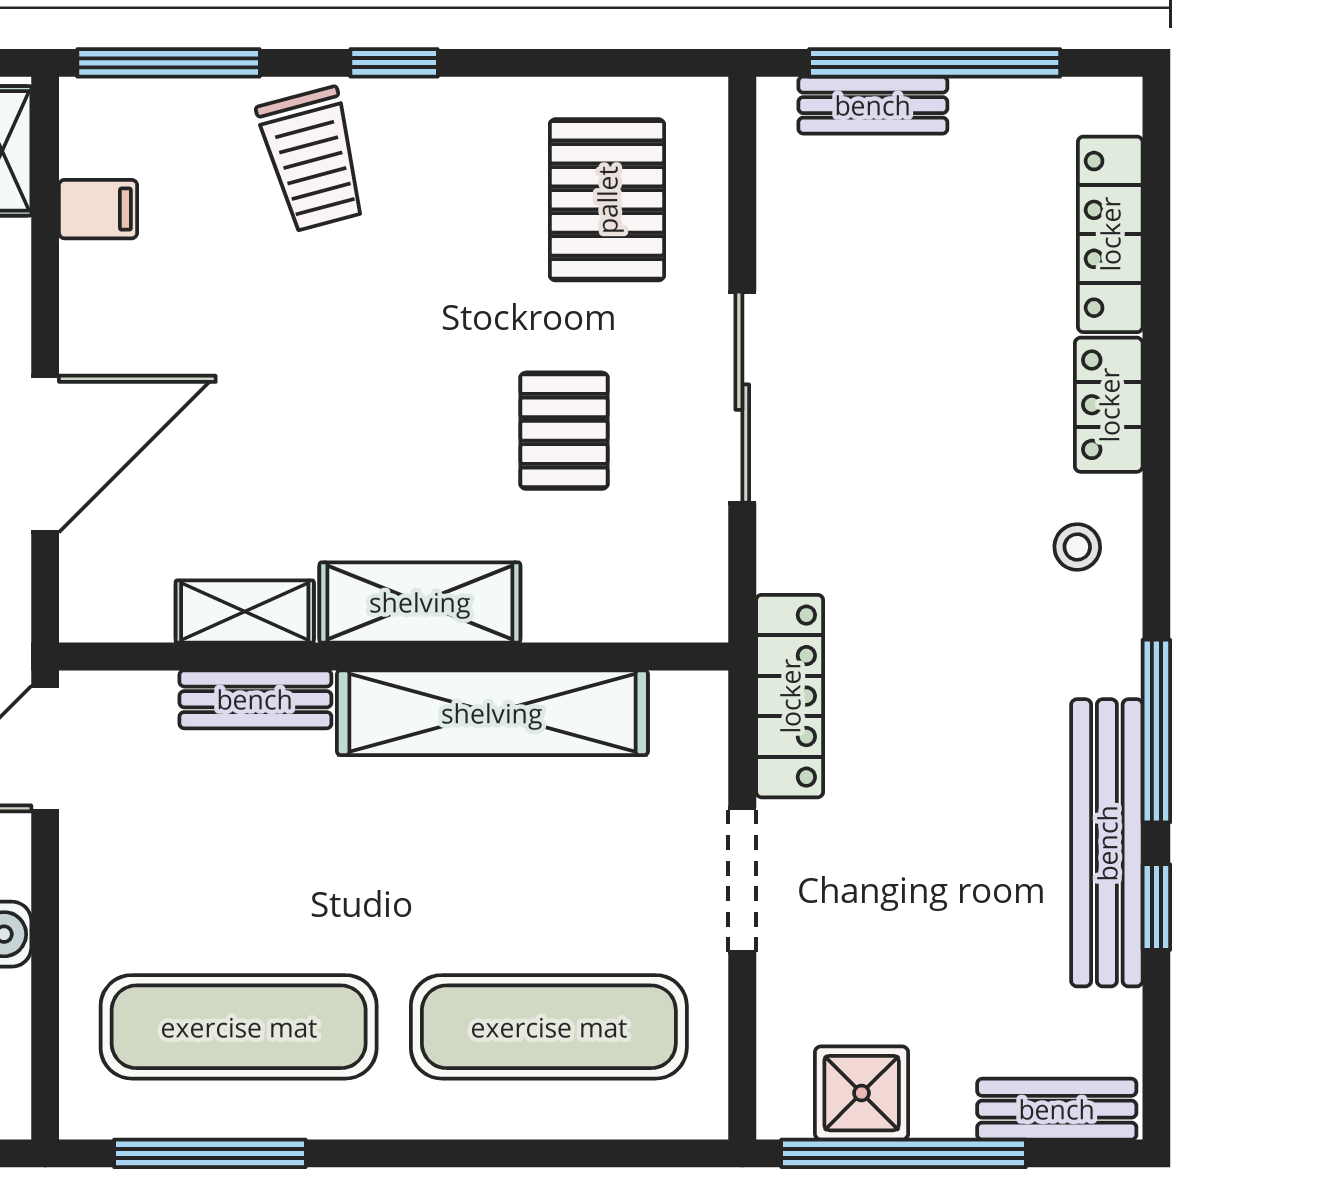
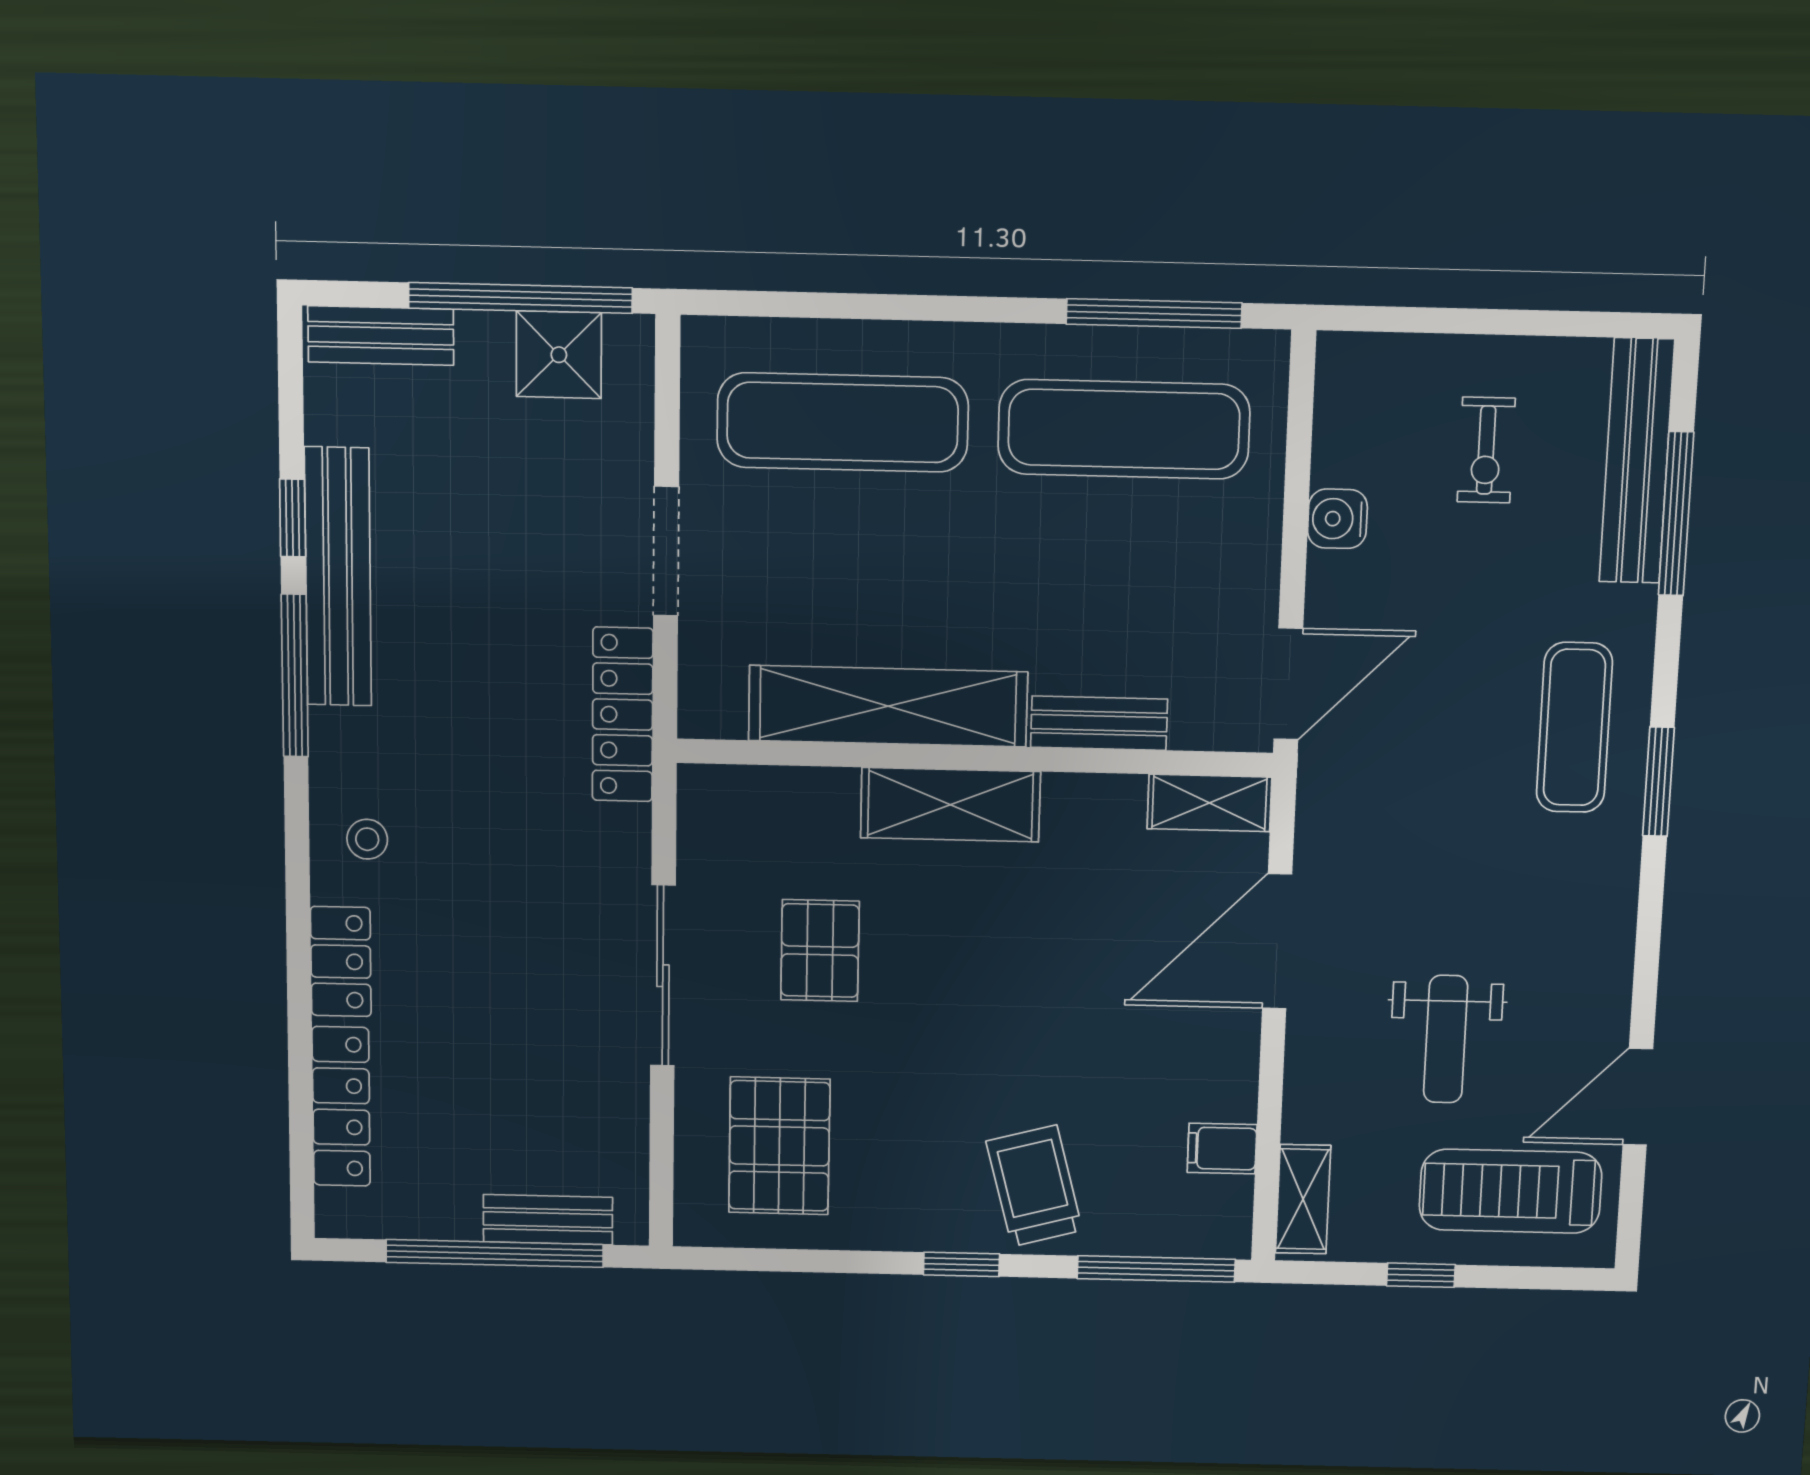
shelving: (245, 612) -> (1209, 803), moved

